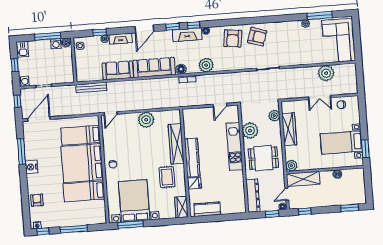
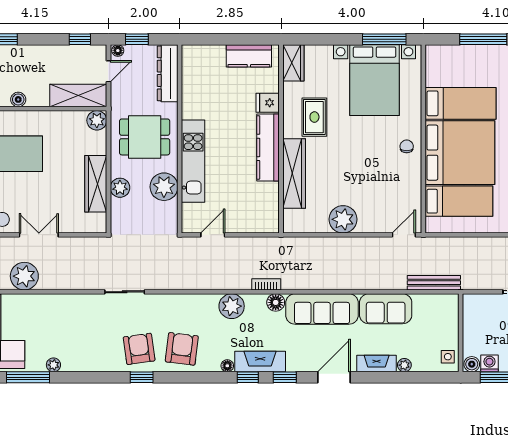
window: (100, 32) -> (142, 377), moved
armchair: (257, 37) -> (139, 349), turned 64
plant: (274, 116) -> (120, 188), moved

